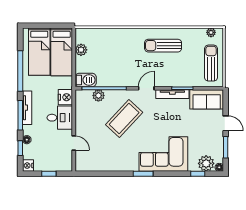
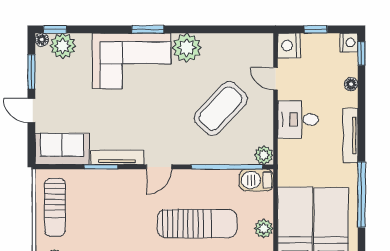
sun lounger: (163, 46) -> (197, 224), moved, width x1.36, depth x1.34
plant: (98, 95) -> (264, 155), moved
nightstand: (65, 97) -> (289, 46), moved
window: (20, 115) -> (361, 123), removed
coffee table: (124, 118) -> (221, 108), moved
window: (20, 148) -> (361, 54), moved
plant: (129, 162) -> (187, 48), added
window: (143, 174) -> (148, 29), moved
window: (198, 174) -> (55, 29), moved

